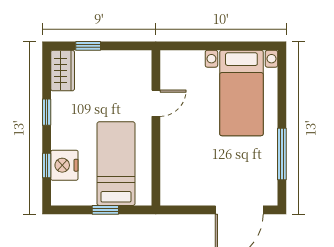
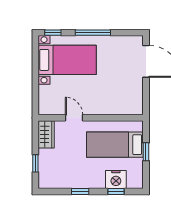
wardrobe: (63, 71) -> (46, 134), moved, turned 90
window: (282, 72) -> (53, 33), added
window: (282, 154) -> (93, 33), moved

